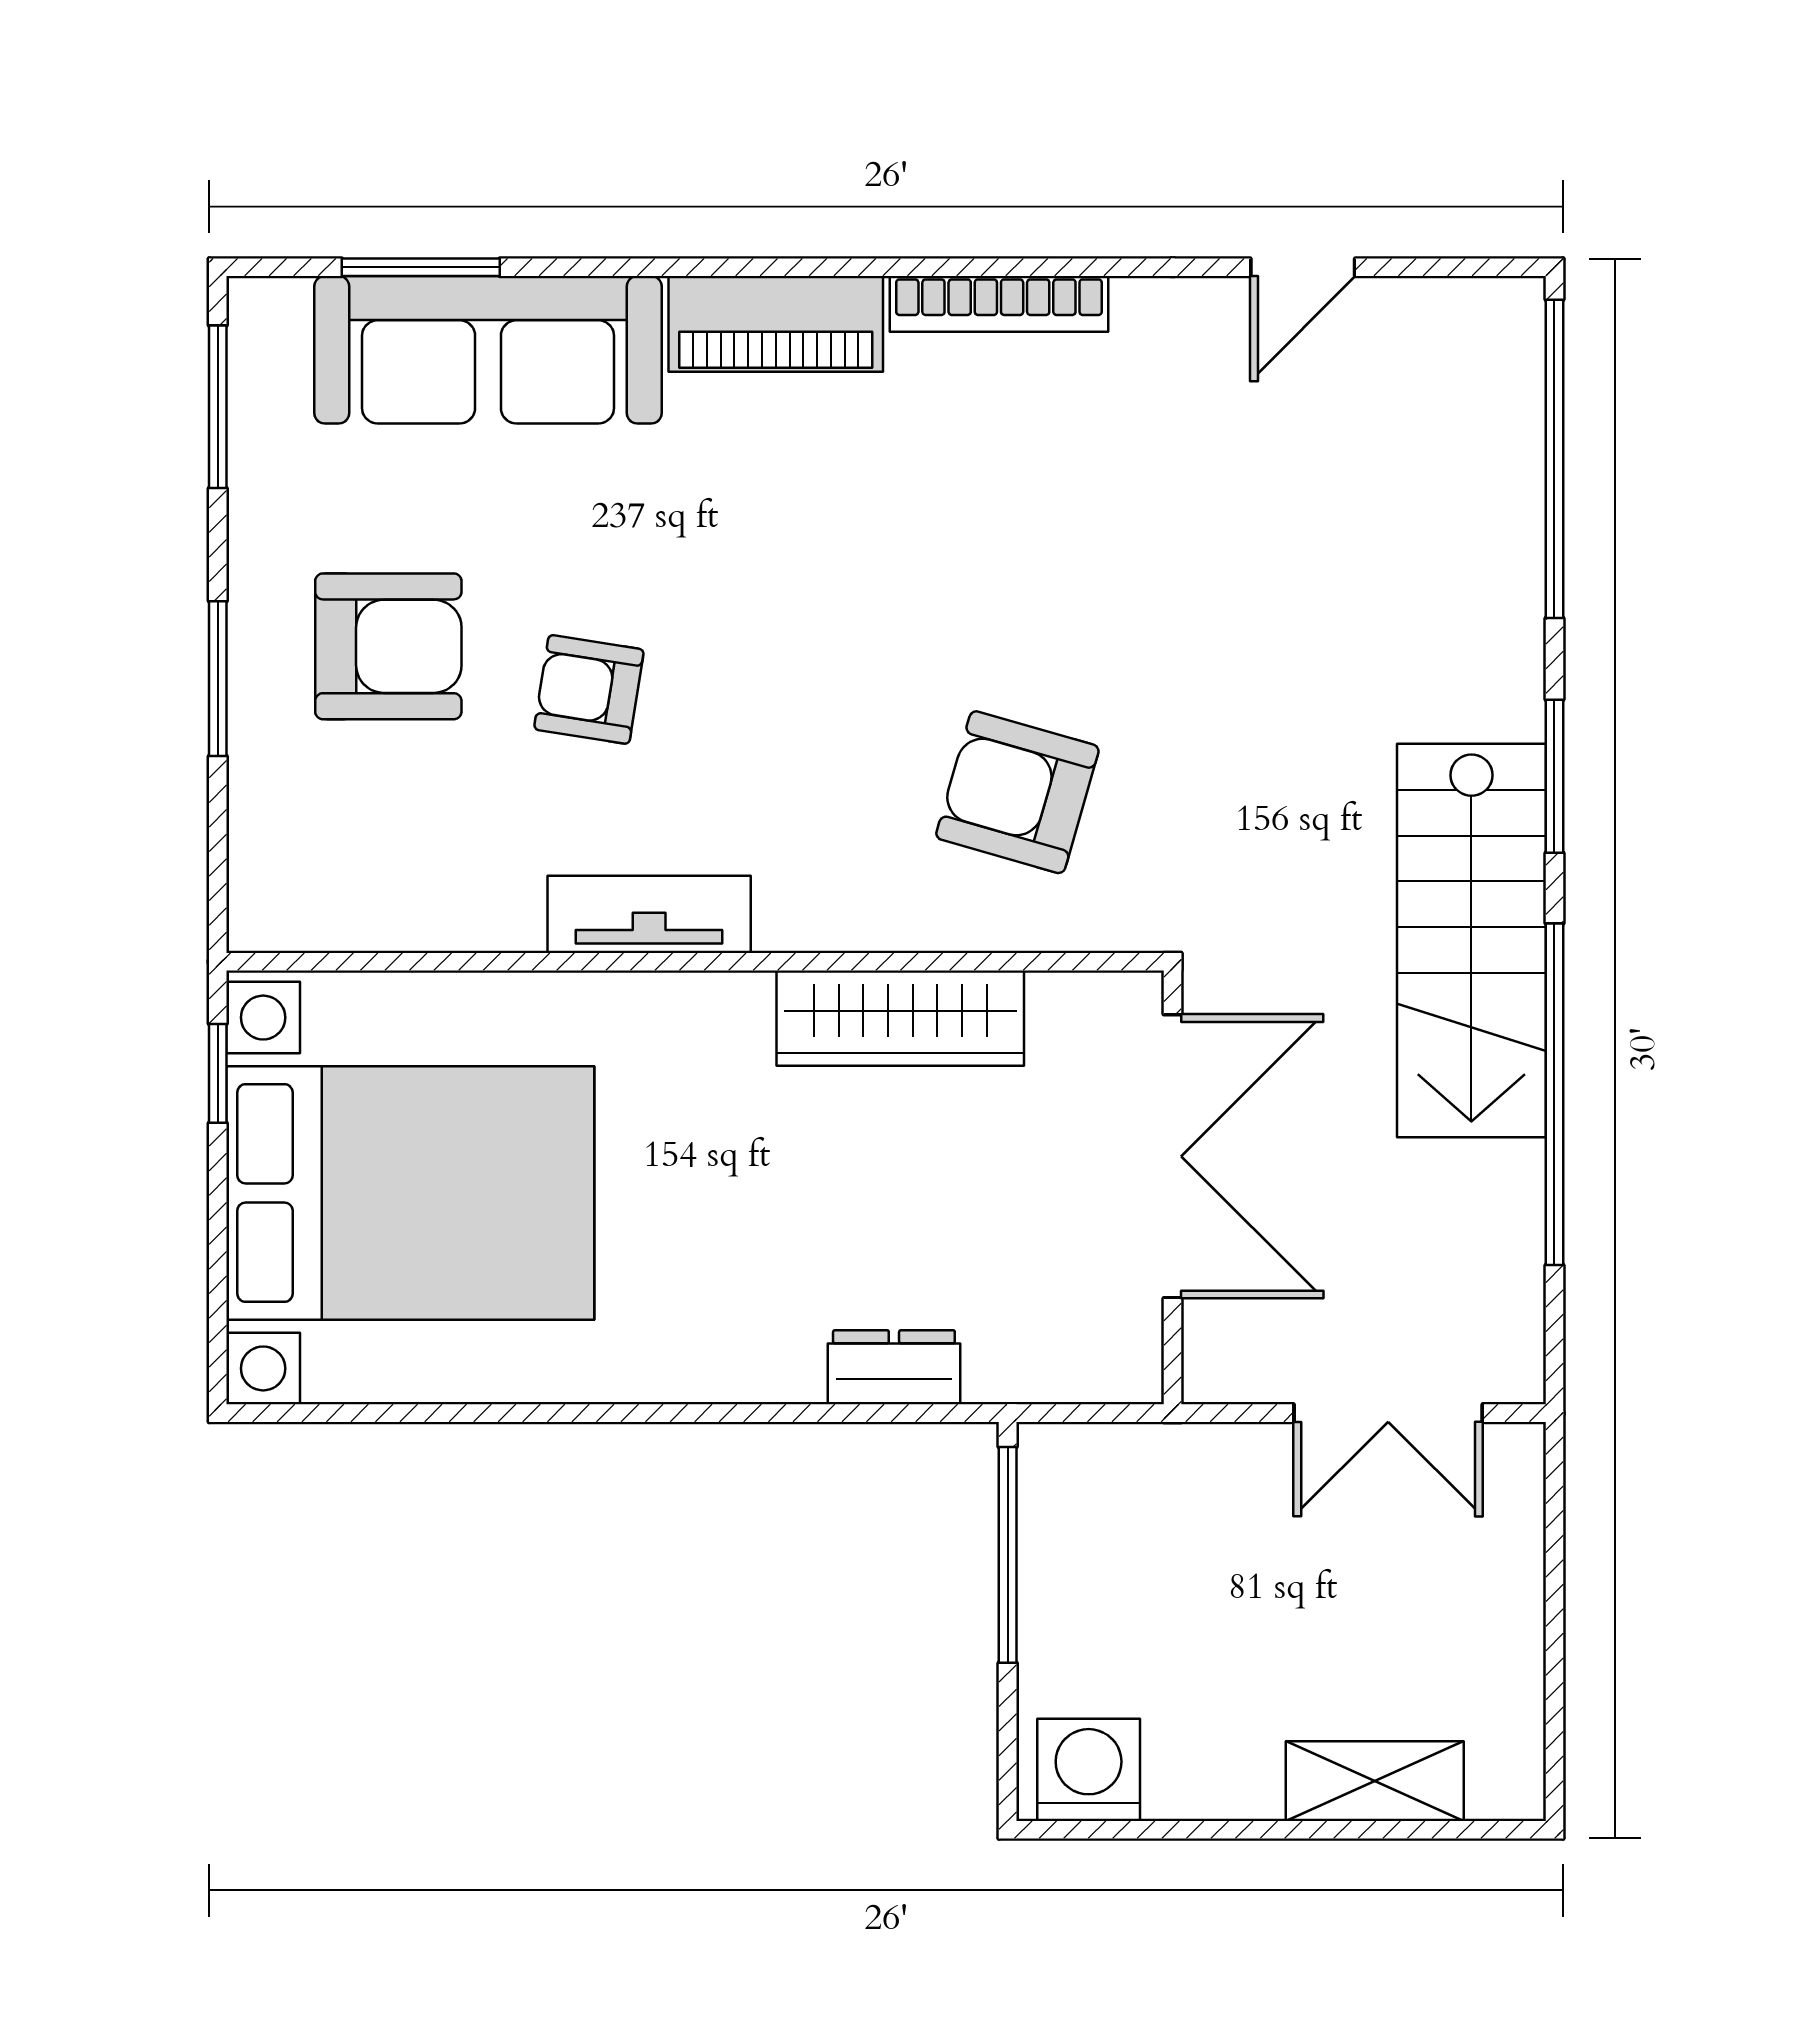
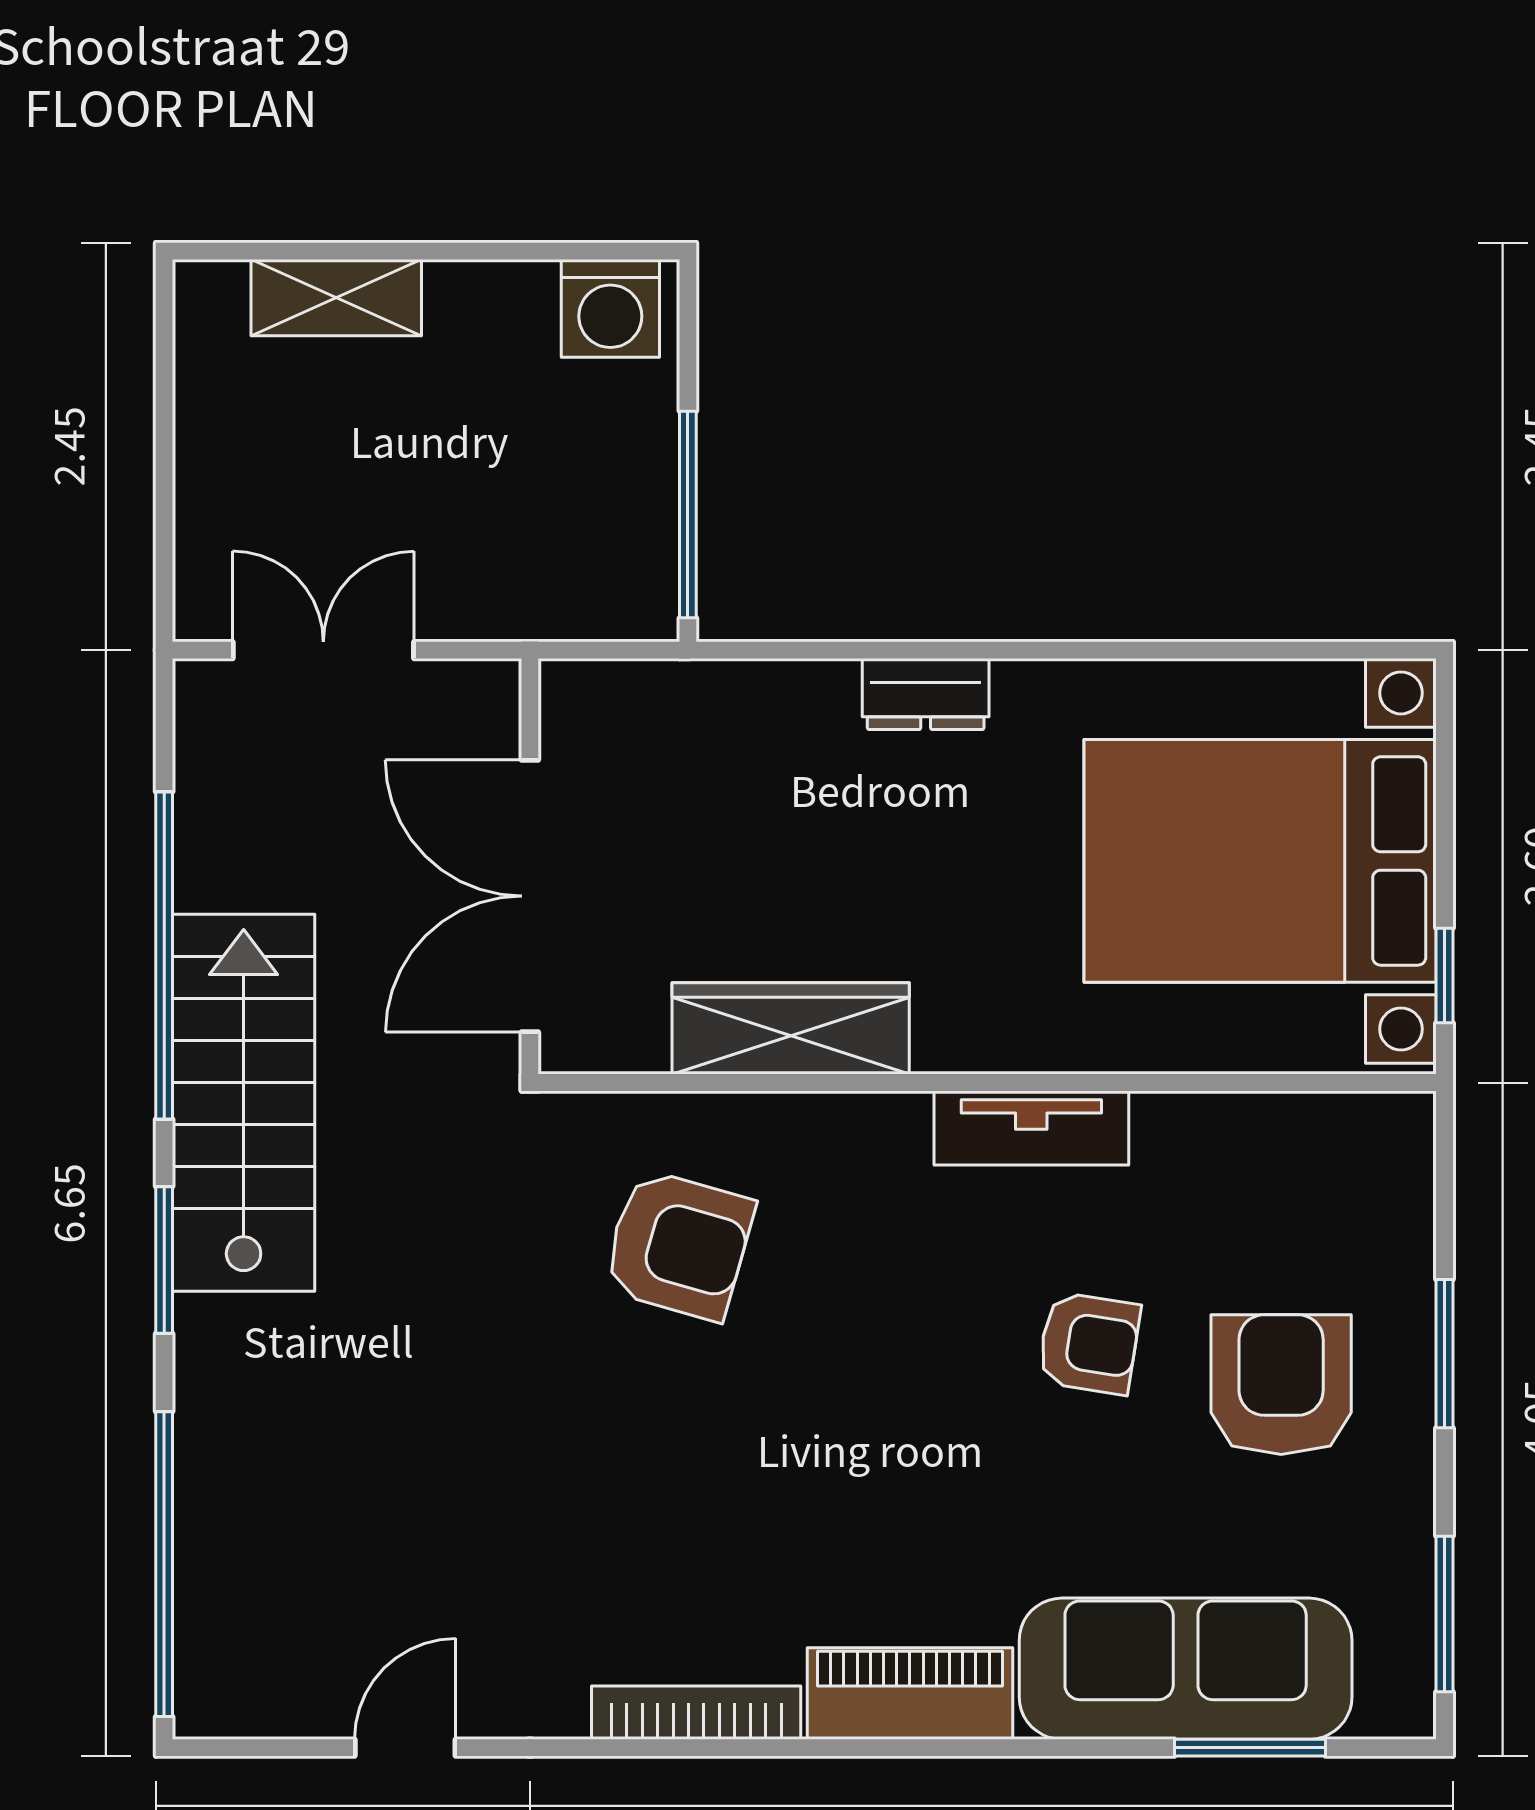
armchair: (388, 646) -> (1281, 1385), turned 90
dresser: (894, 1367) -> (926, 694), moved

